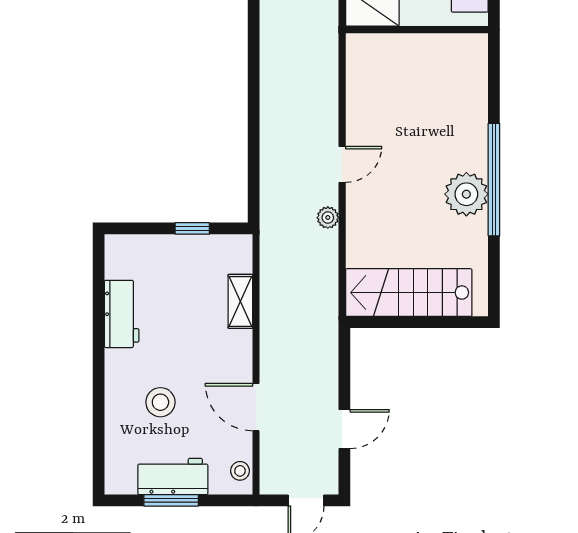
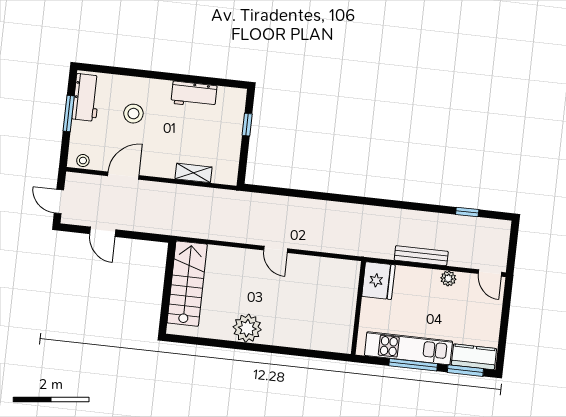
window: (494, 180) -> (255, 347), removed
plant: (328, 218) -> (242, 236), removed
window: (192, 228) -> (247, 125), moved
workbench: (173, 476) -> (86, 97), moved

